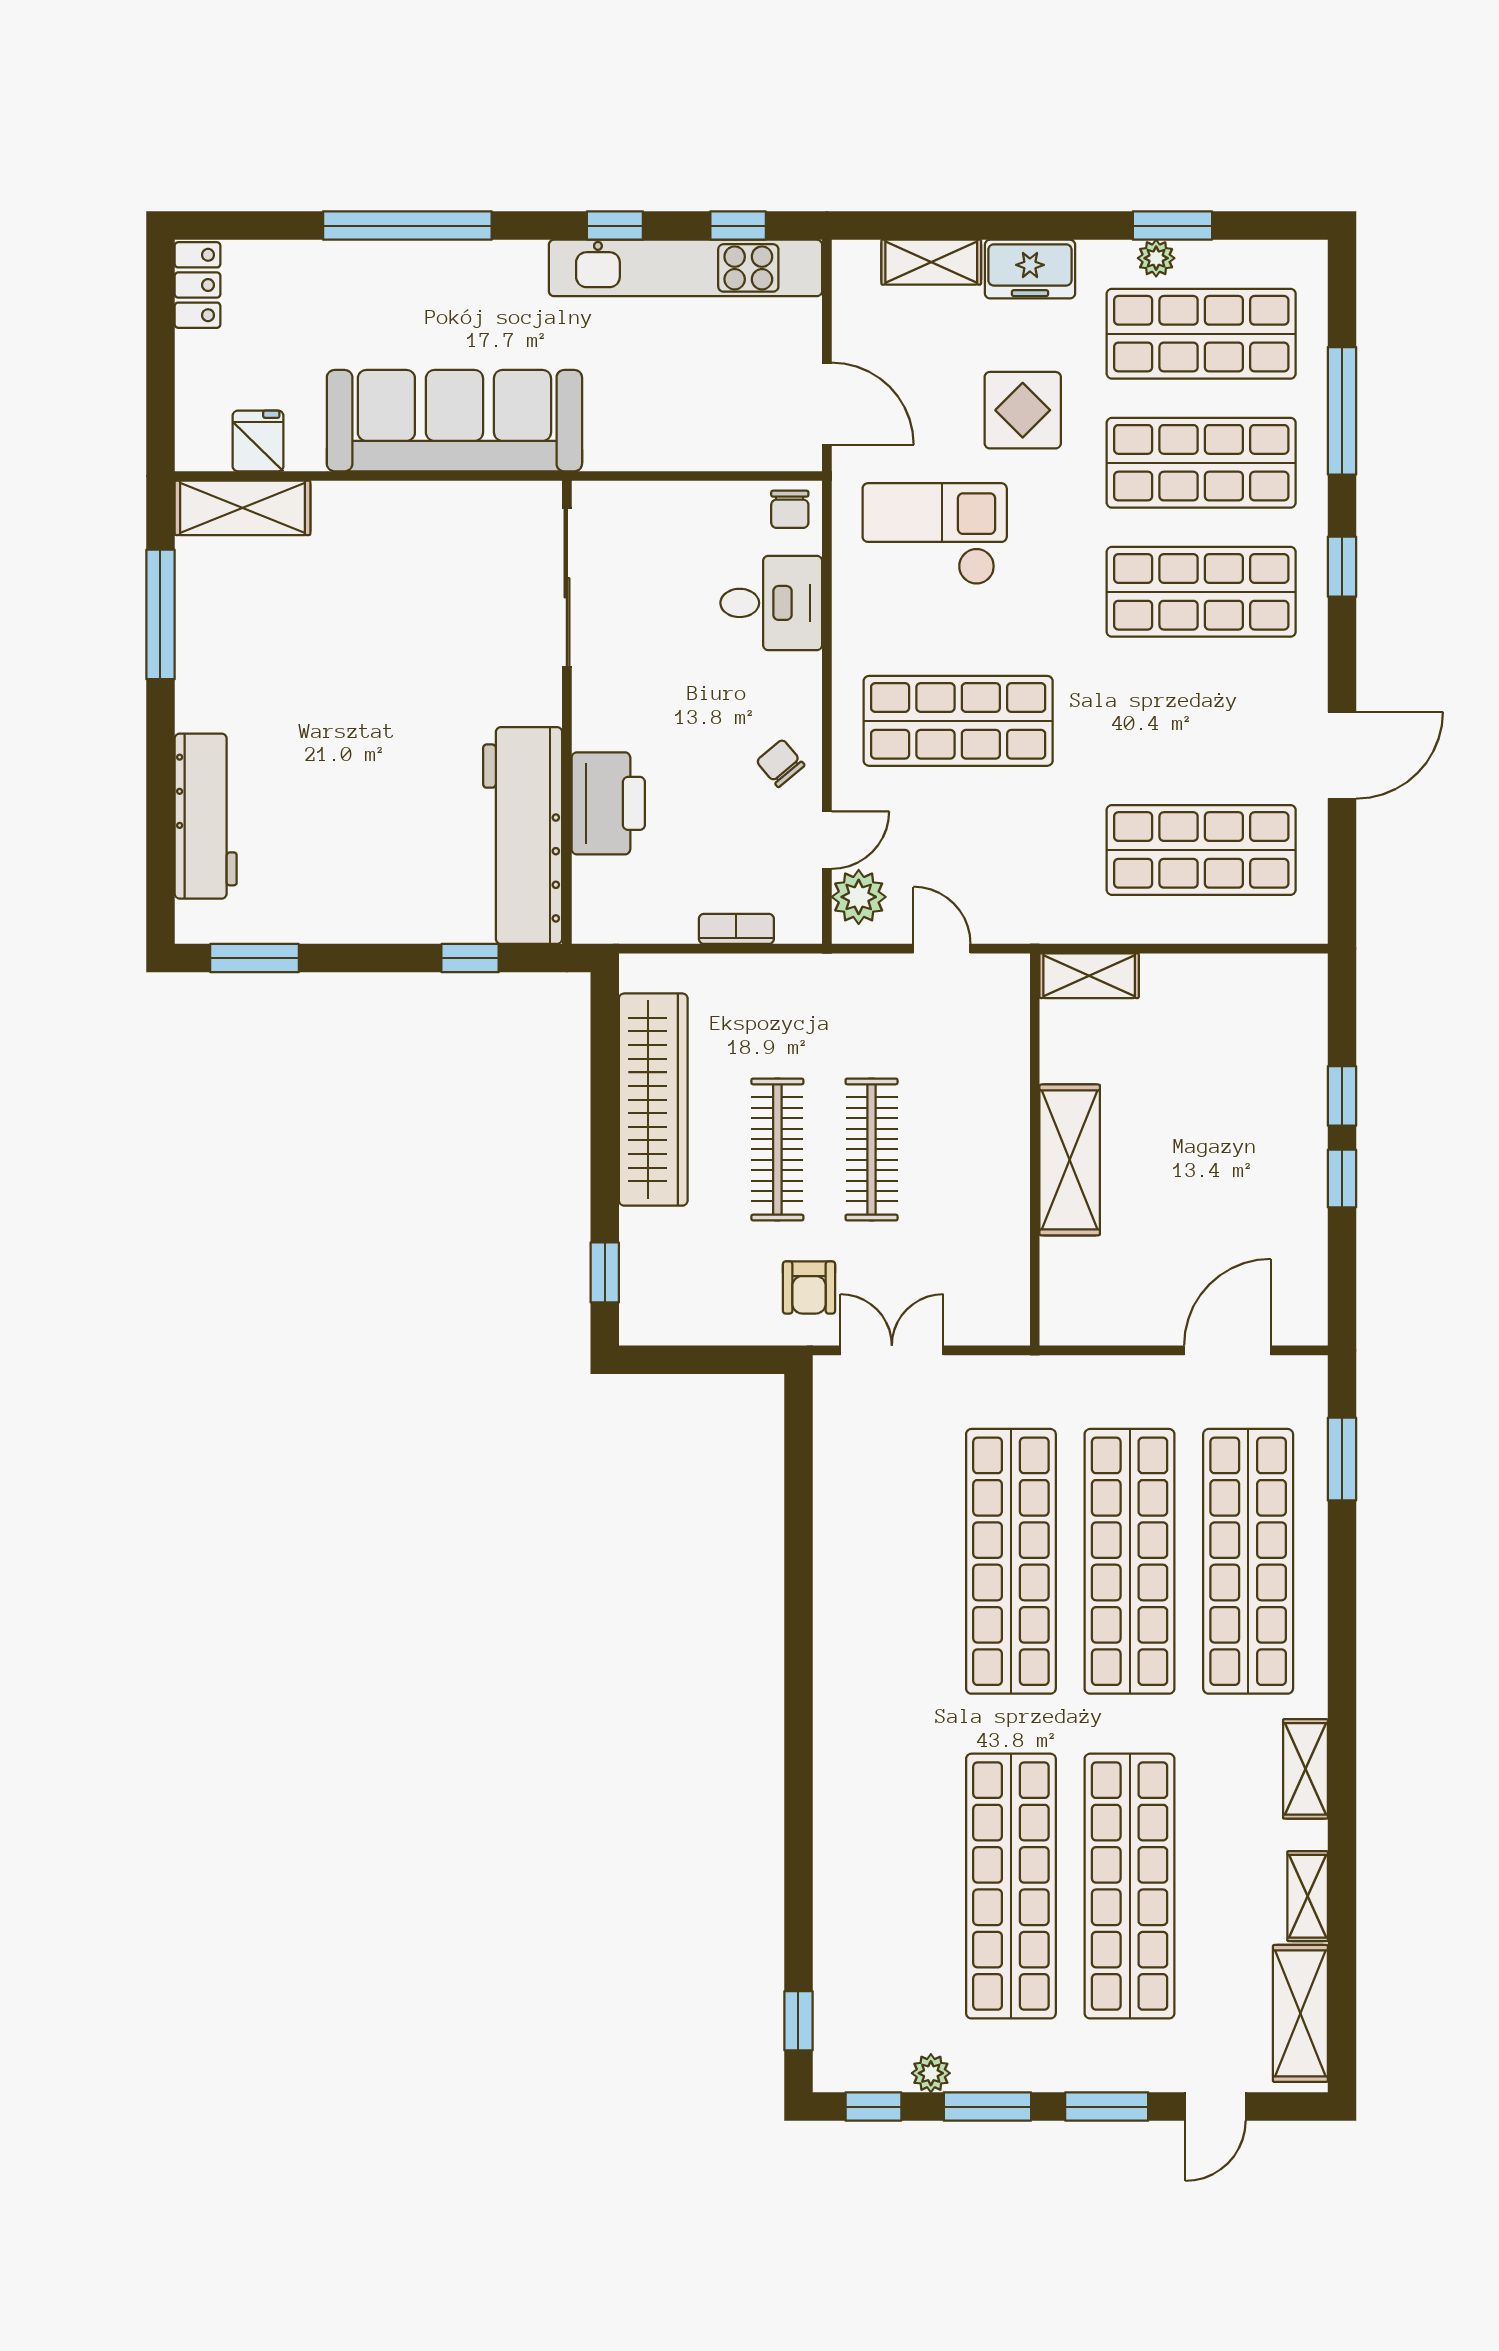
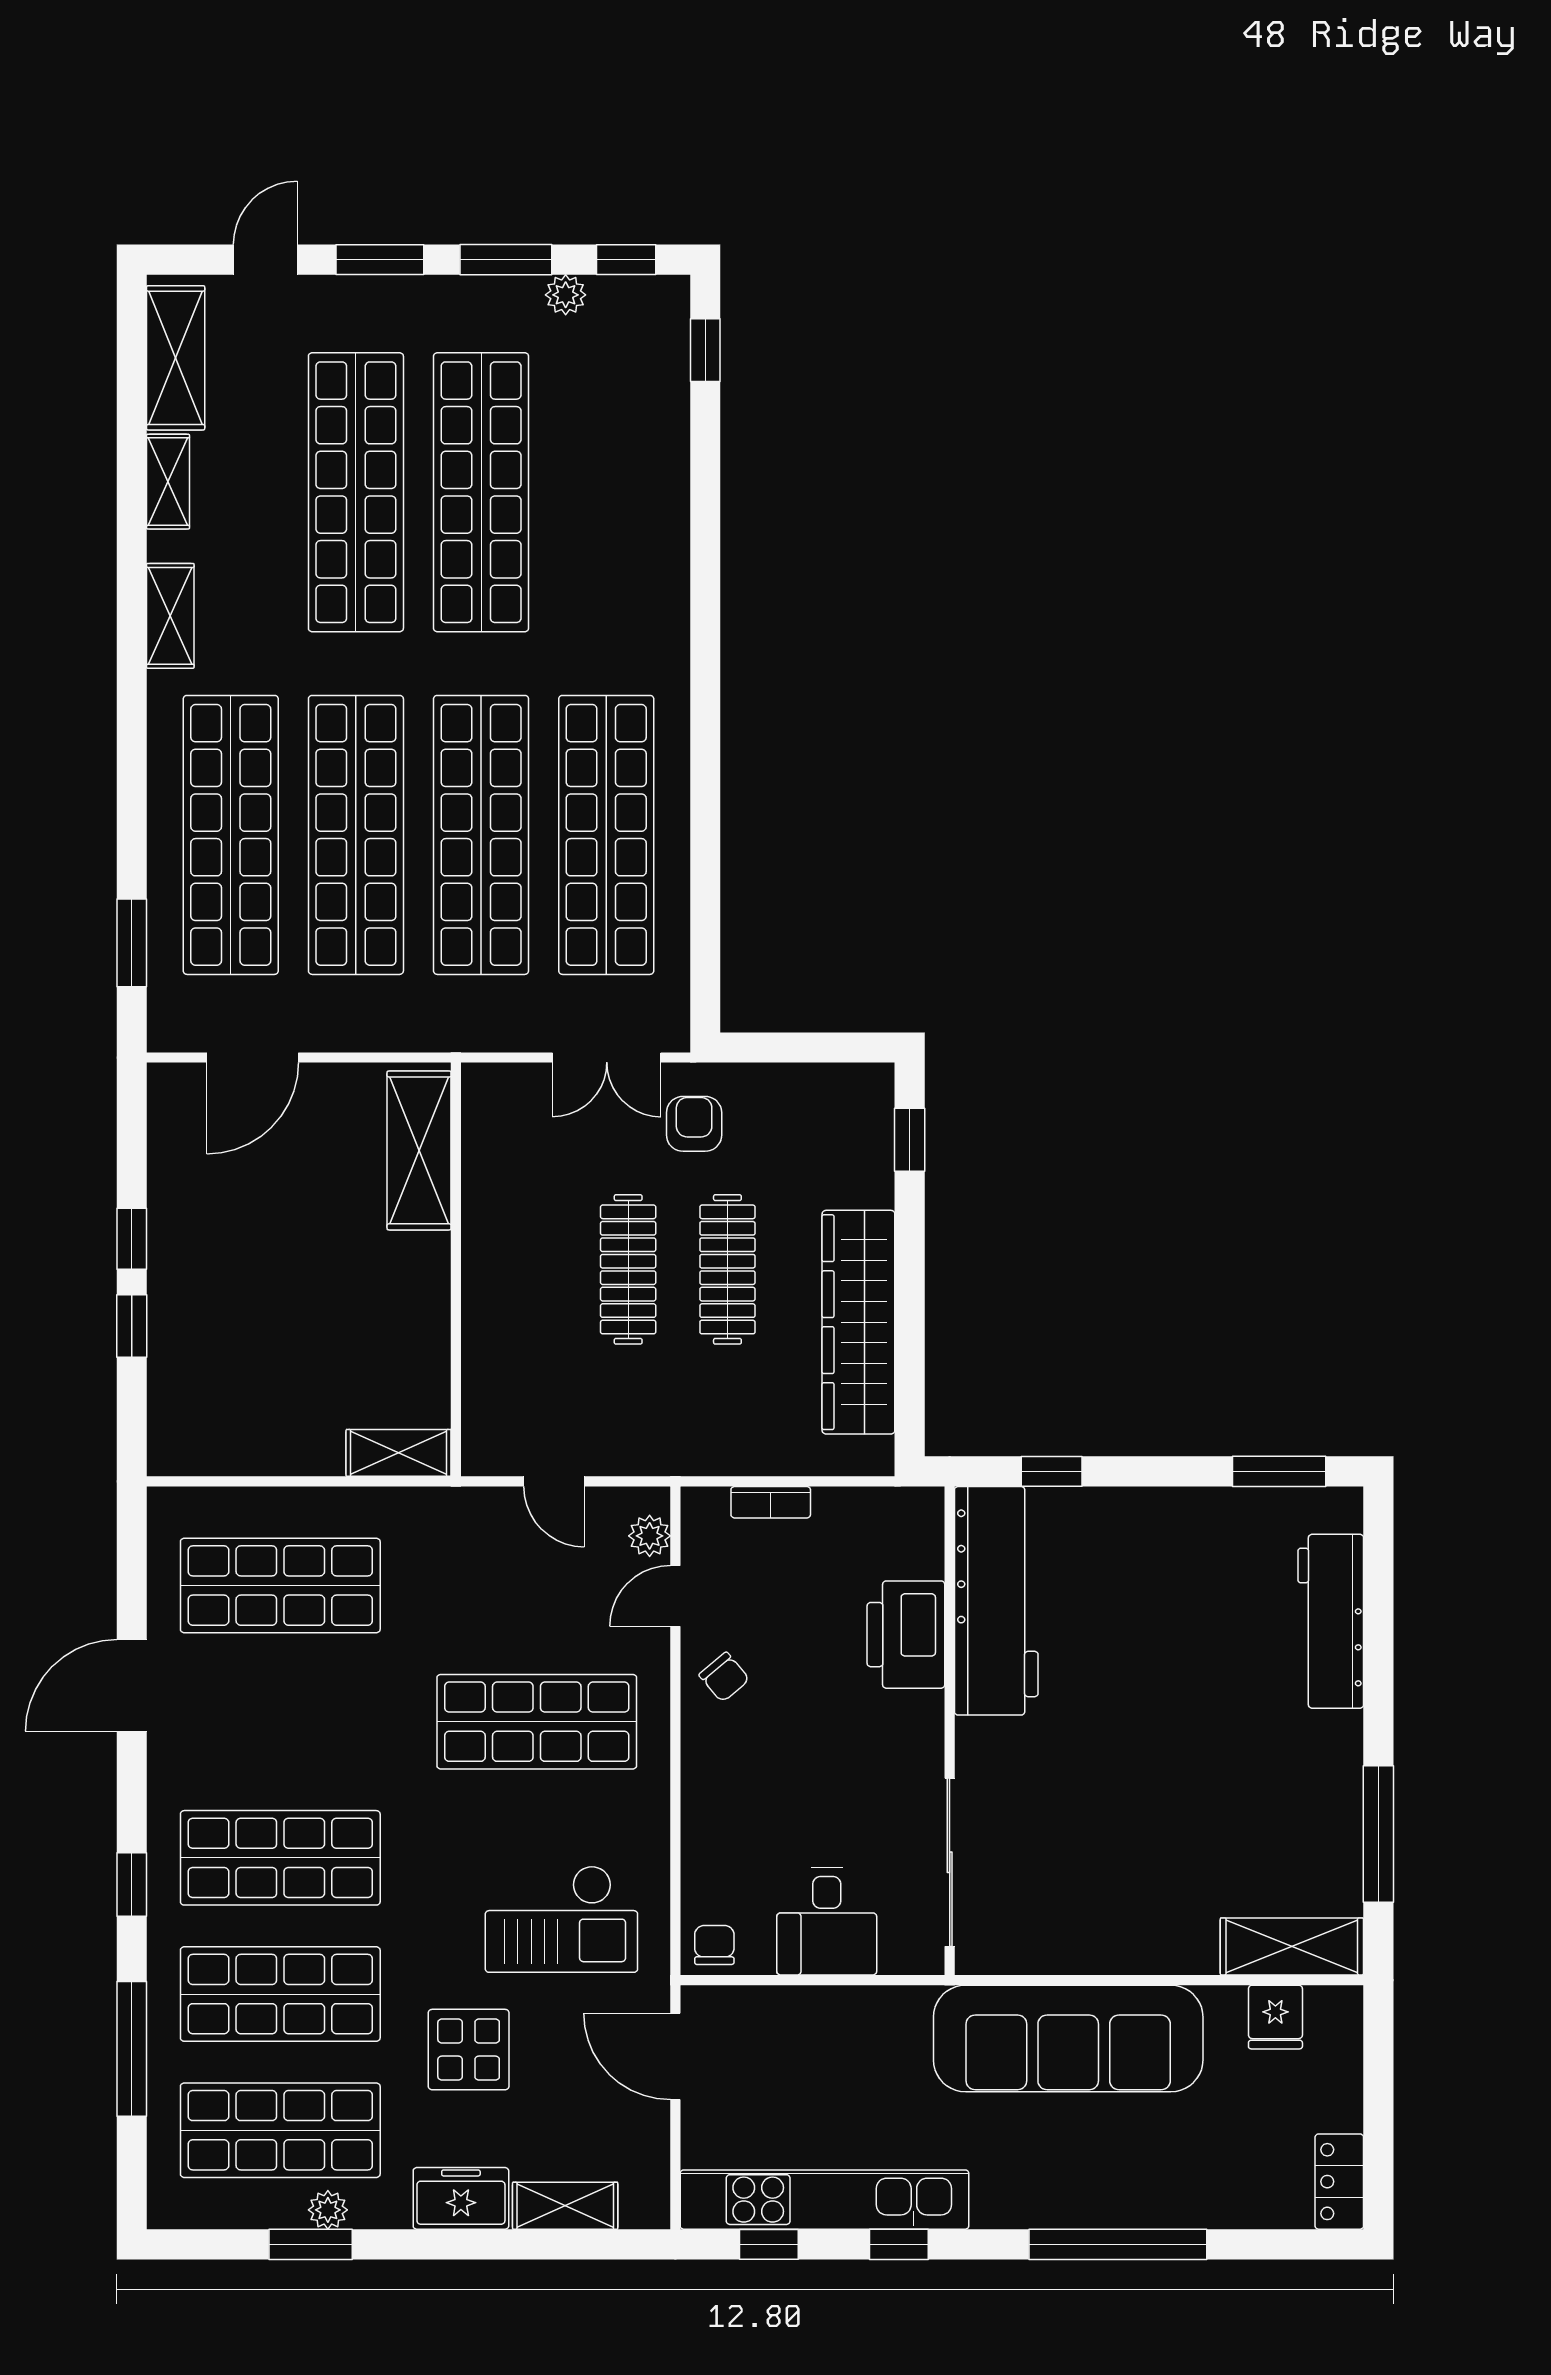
desk: (771, 603) -> (827, 1921), moved, turned -90
plant: (859, 897) -> (650, 1536), width x0.73, depth x0.73
shelving: (1070, 1160) -> (419, 1150), moved
shop shelf: (892, 1561) -> (606, 835), added

